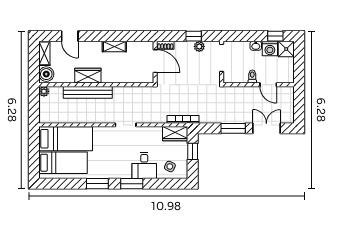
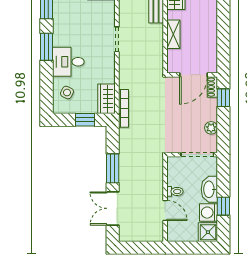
window: (194, 36) -> (223, 98), moved
window: (275, 36) -> (223, 206), moved
shelving: (114, 46) -> (173, 34), moved
washbasin: (256, 46) -> (209, 189), width x1.91, depth x1.45
door: (268, 85) -> (165, 210), swing flipped
double door: (266, 128) -> (113, 208), swing flipped

